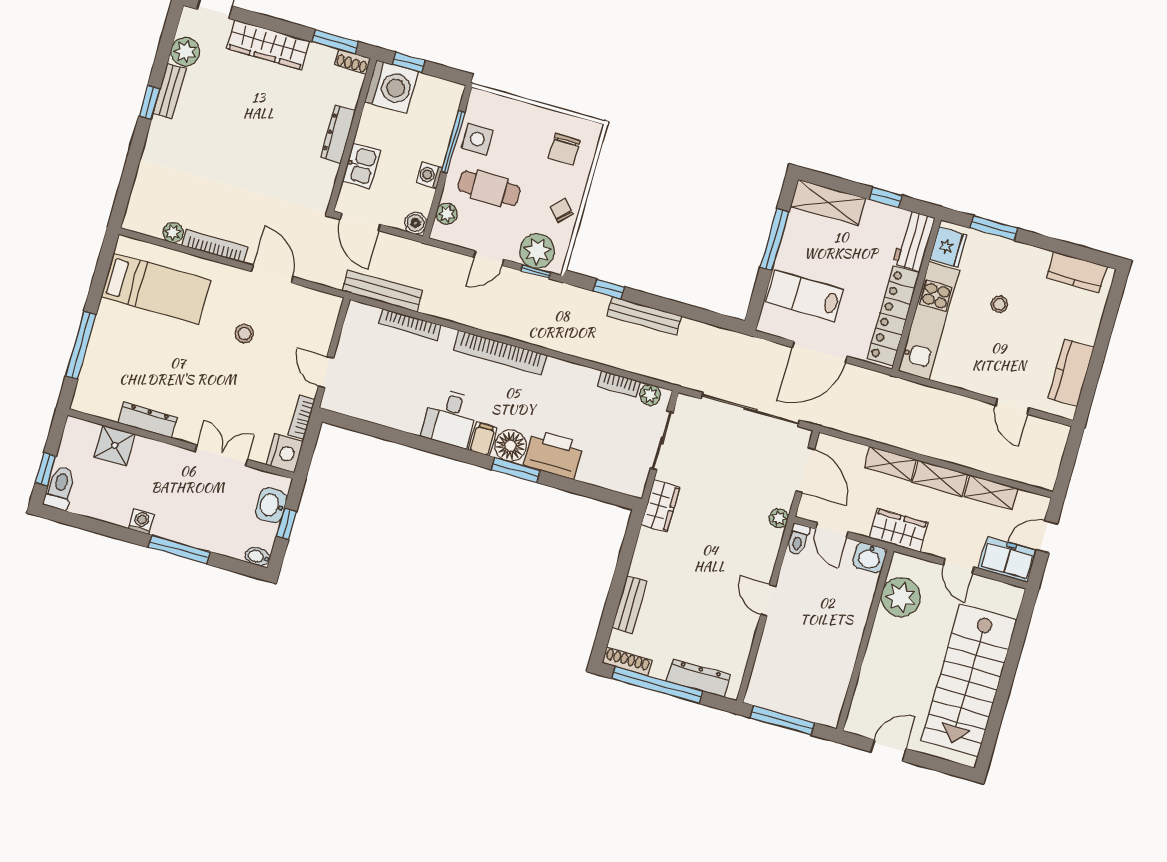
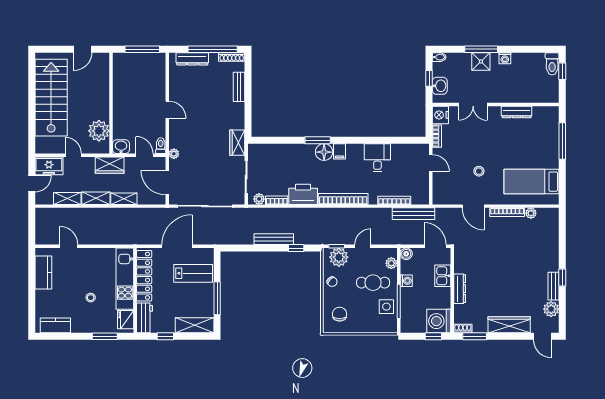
desk: (450, 418) -> (377, 158), moved
shower: (115, 445) -> (481, 62), moved
printer: (554, 455) -> (303, 194), moved, turned 180

